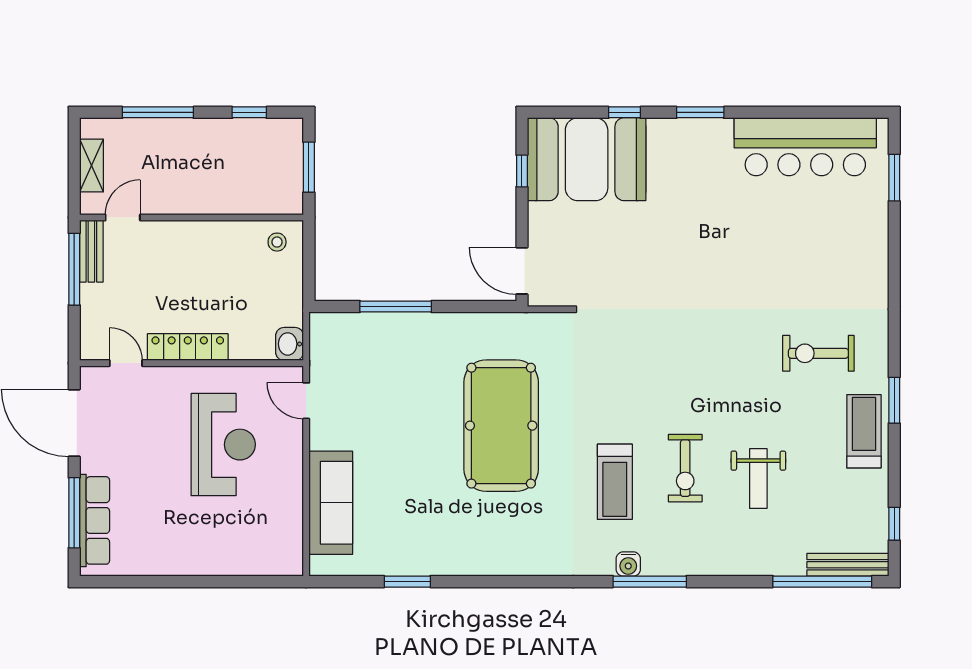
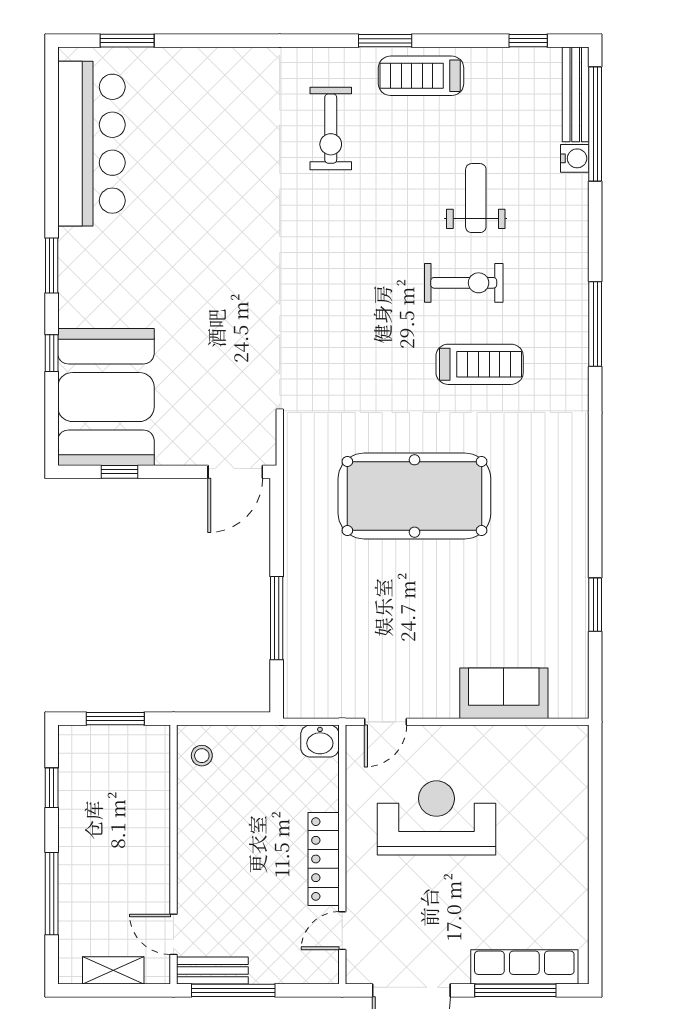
weight bench: (758, 479) -> (476, 198), turned -90
sofa: (331, 503) -> (504, 693), width x0.73
water cooler: (628, 564) -> (575, 158), moved

